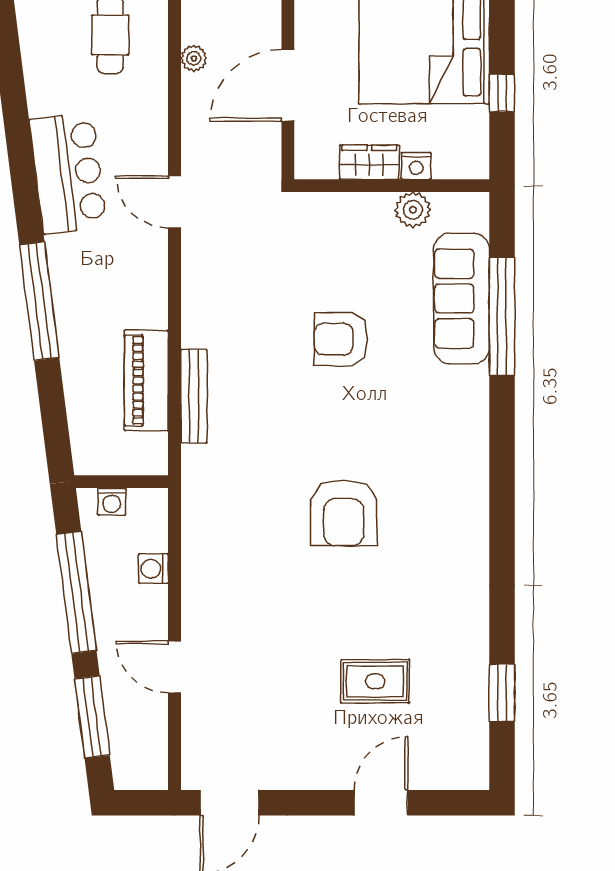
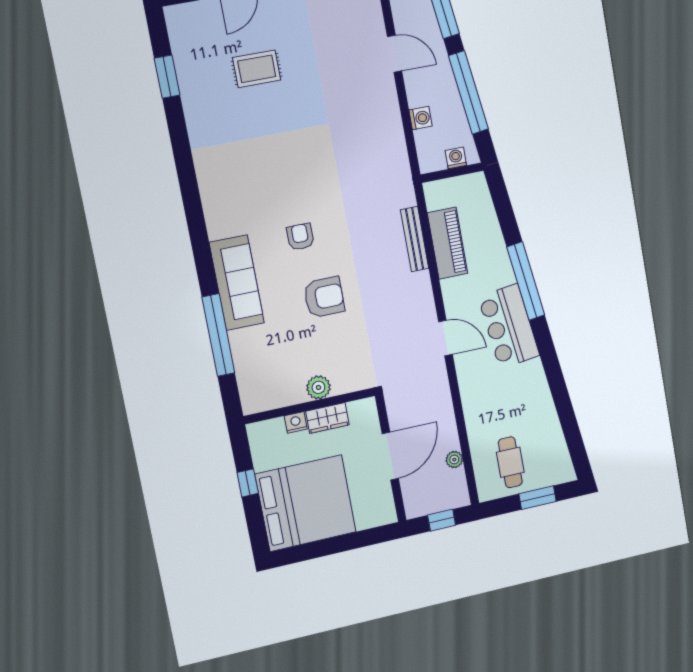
bar counter: (68, 173) -> (509, 326), moved
door: (175, 202) -> (445, 338), moved
plant: (413, 210) -> (318, 387), moved
sofa: (462, 298) -> (237, 283), moved
armchair: (344, 513) -> (300, 237), moved, width x0.53, depth x0.53

